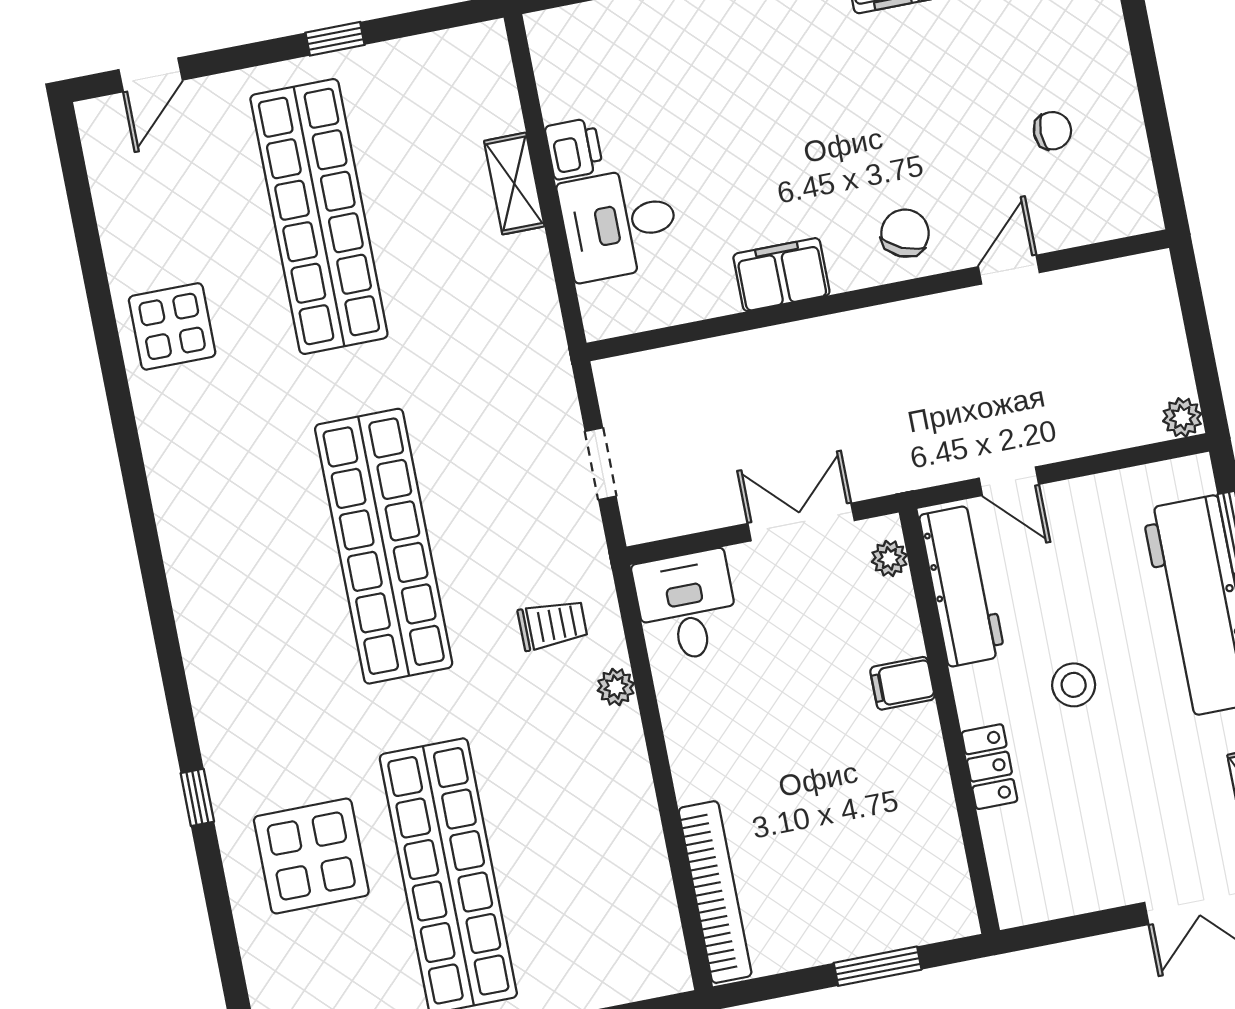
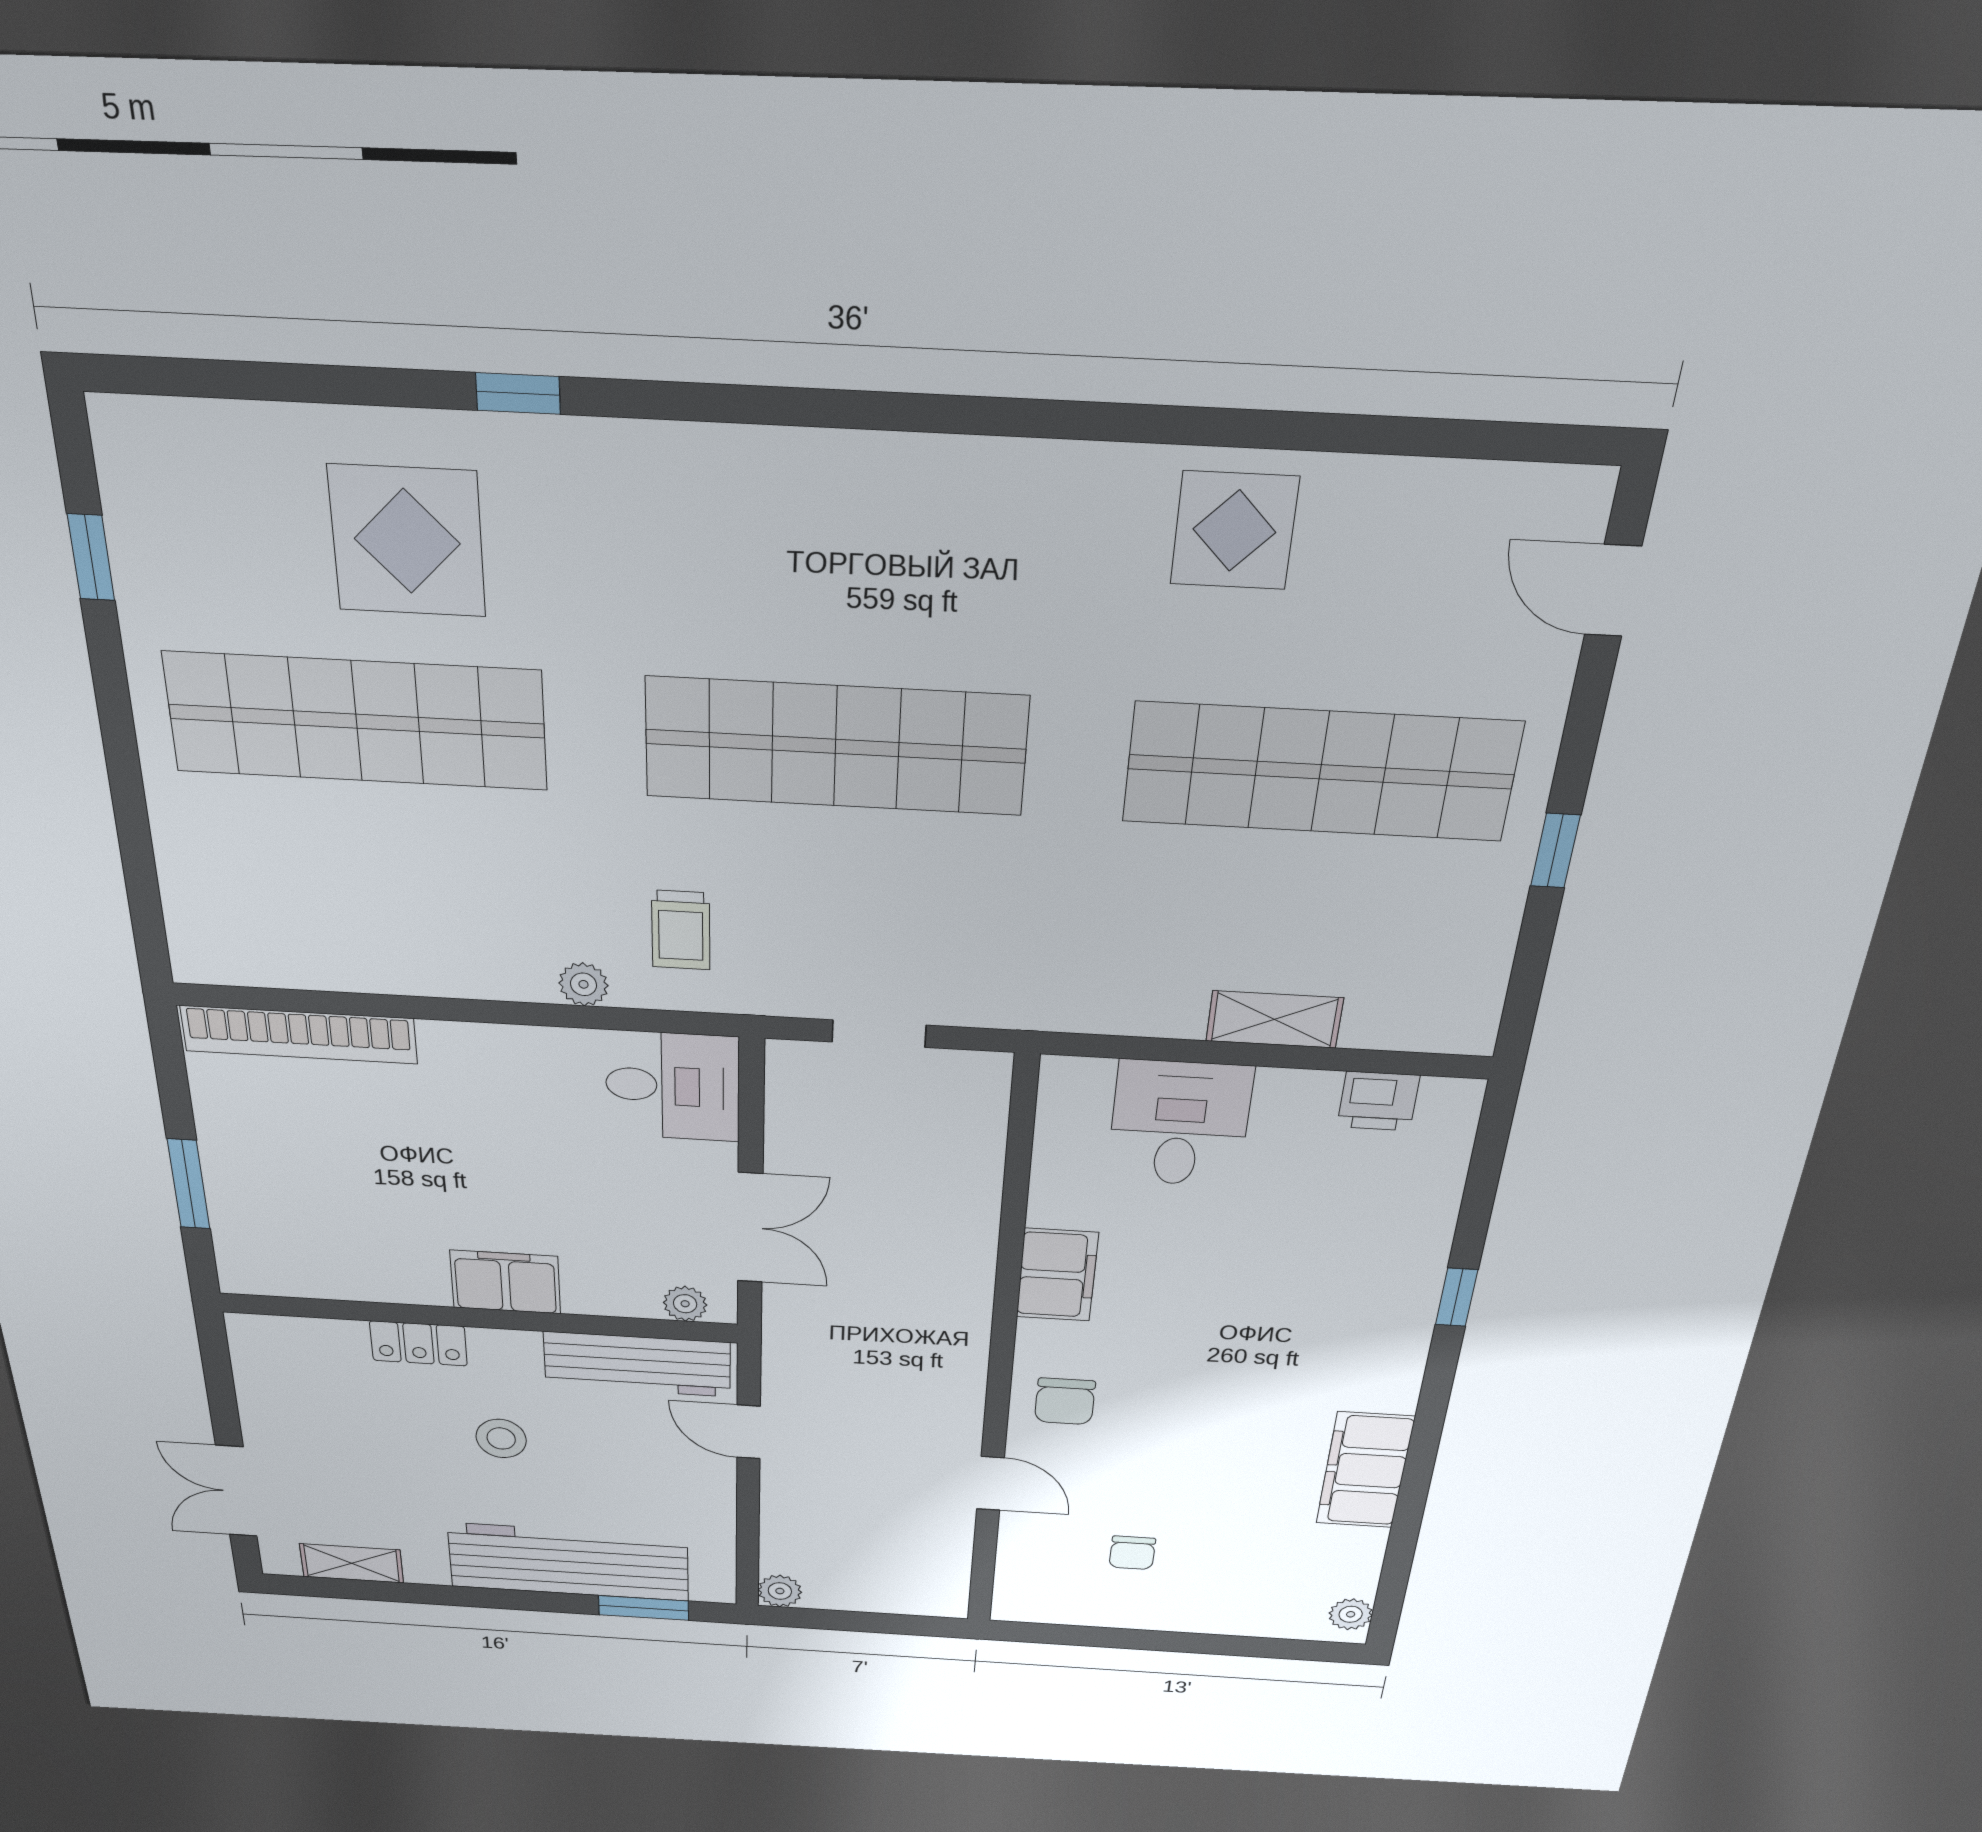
printer: (574, 149) -> (1378, 1101), moved
chair: (905, 233) -> (1065, 1401), turned 66
door: (1009, 481) -> (749, 1432), hinge flipped
filing cabinet: (902, 683) -> (505, 1282), width x2.00

